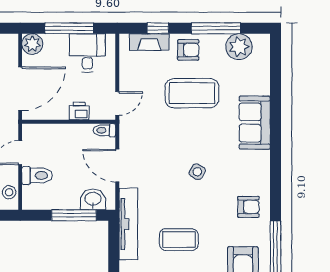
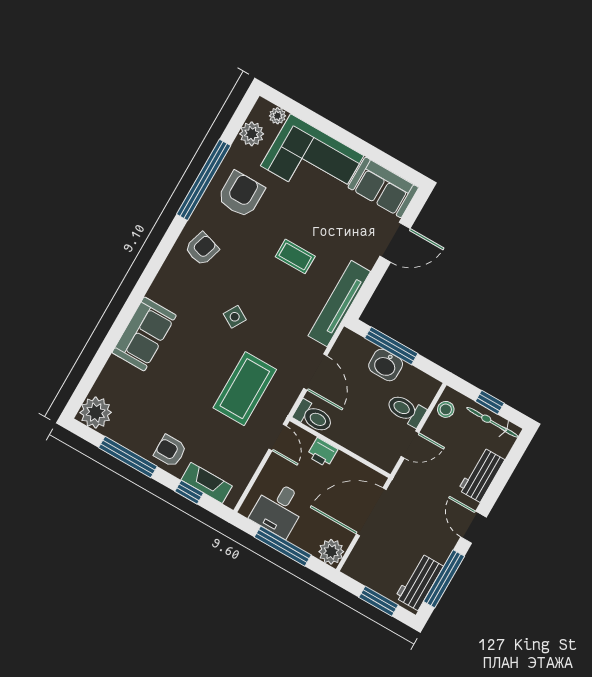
plant: (239, 47) -> (96, 413), moved
coffee table: (192, 93) -> (245, 389), moved, turned 90
door: (117, 103) -> (278, 437), swing flipped
toilet: (105, 130) -> (313, 417), width x1.37, depth x1.39
washbasin: (93, 199) -> (386, 365), moved
armchair: (248, 207) -> (202, 249), turned 107
coffee table: (179, 240) -> (295, 256), width x0.73, depth x0.77

